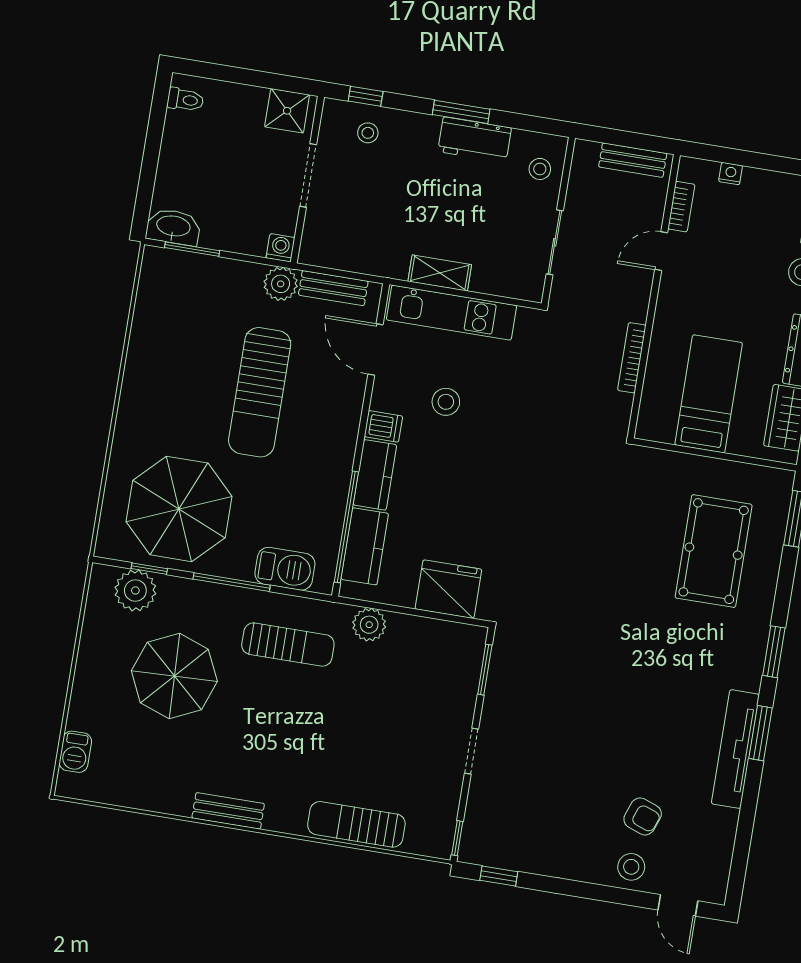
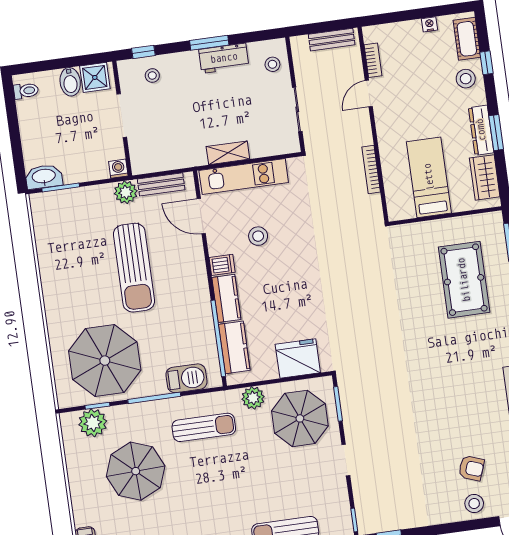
bidet: (251, 106) -> (70, 82), added
nightstand: (731, 174) -> (429, 24), moved
parasol: (425, 673) -> (300, 418), added

